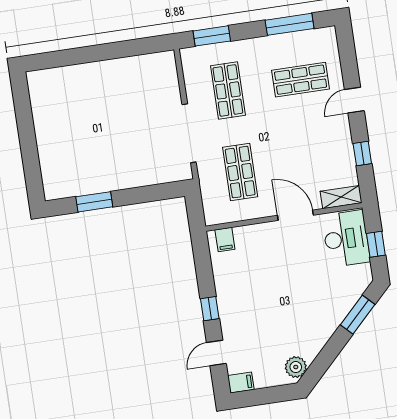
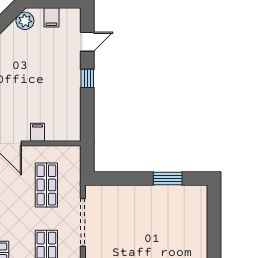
filing cabinet: (225, 239) -> (37, 132), moved
filing cabinet: (241, 383) -> (51, 17), moved, turned -90

